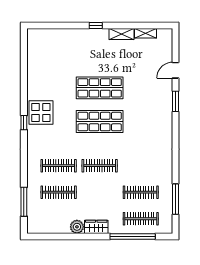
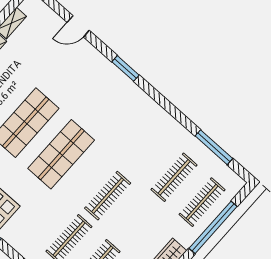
door: (175, 70) -> (78, 26), hinge flipped
window: (175, 101) -> (125, 68), moved

